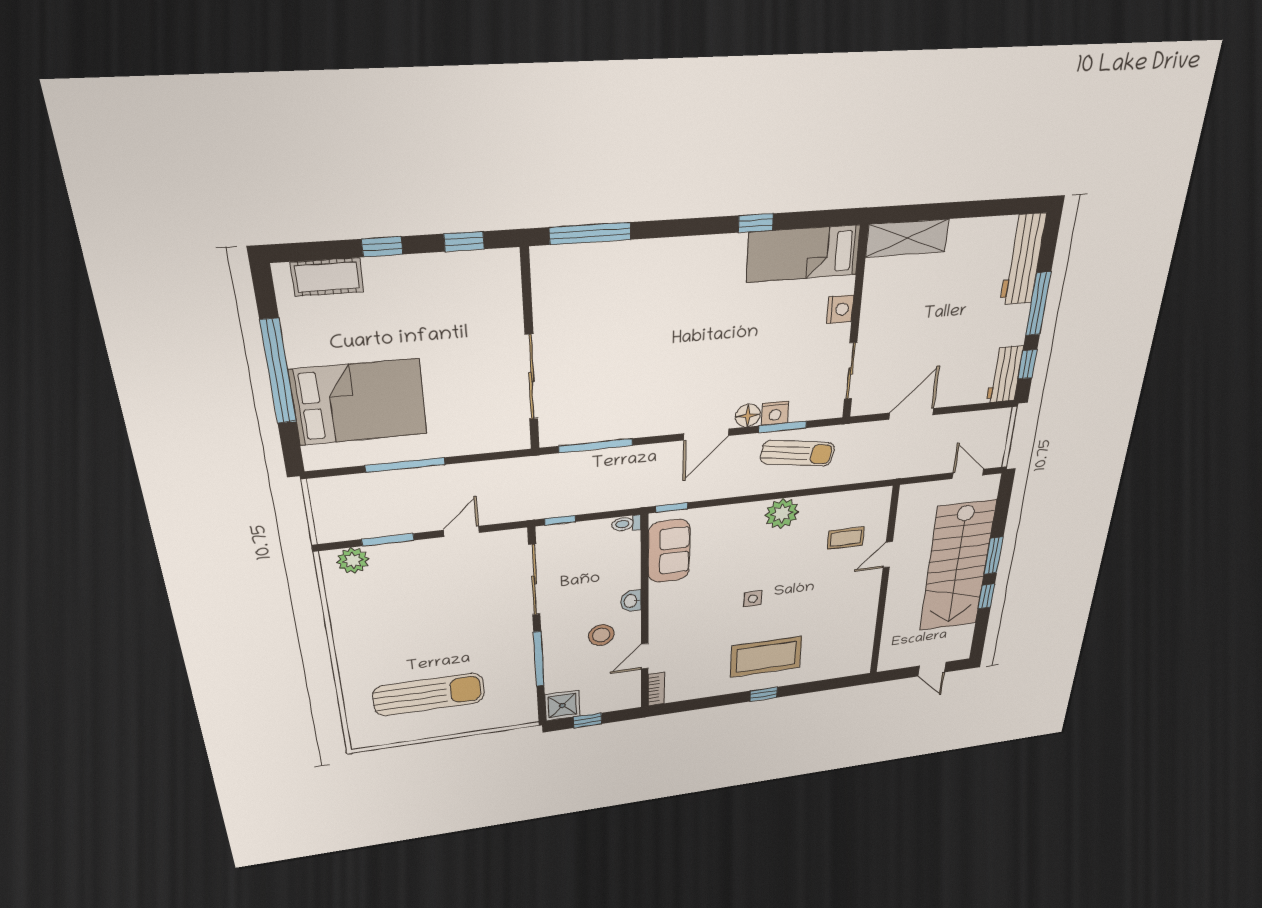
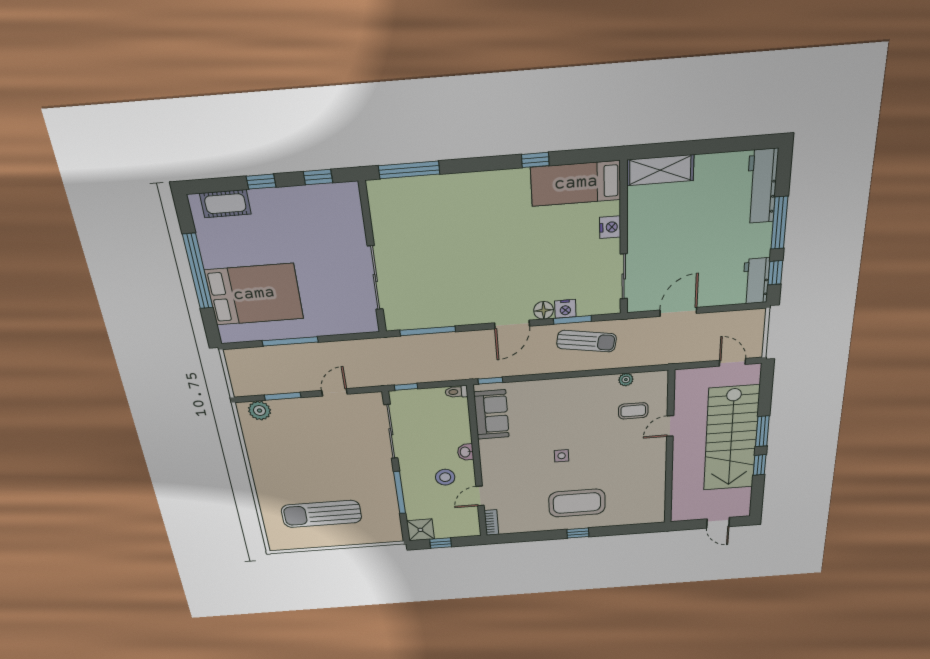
plant: (782, 514) -> (626, 380), moved, width x0.53, depth x0.53
sun lounger: (429, 694) -> (321, 514), turned 180

